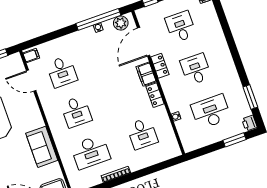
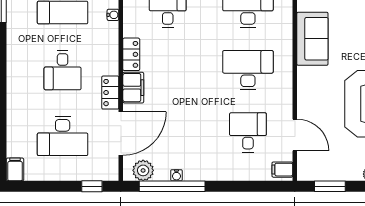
desk: (181, 27) -> (63, 136), width x1.37
desk: (76, 112) -> (248, 70), width x1.37

